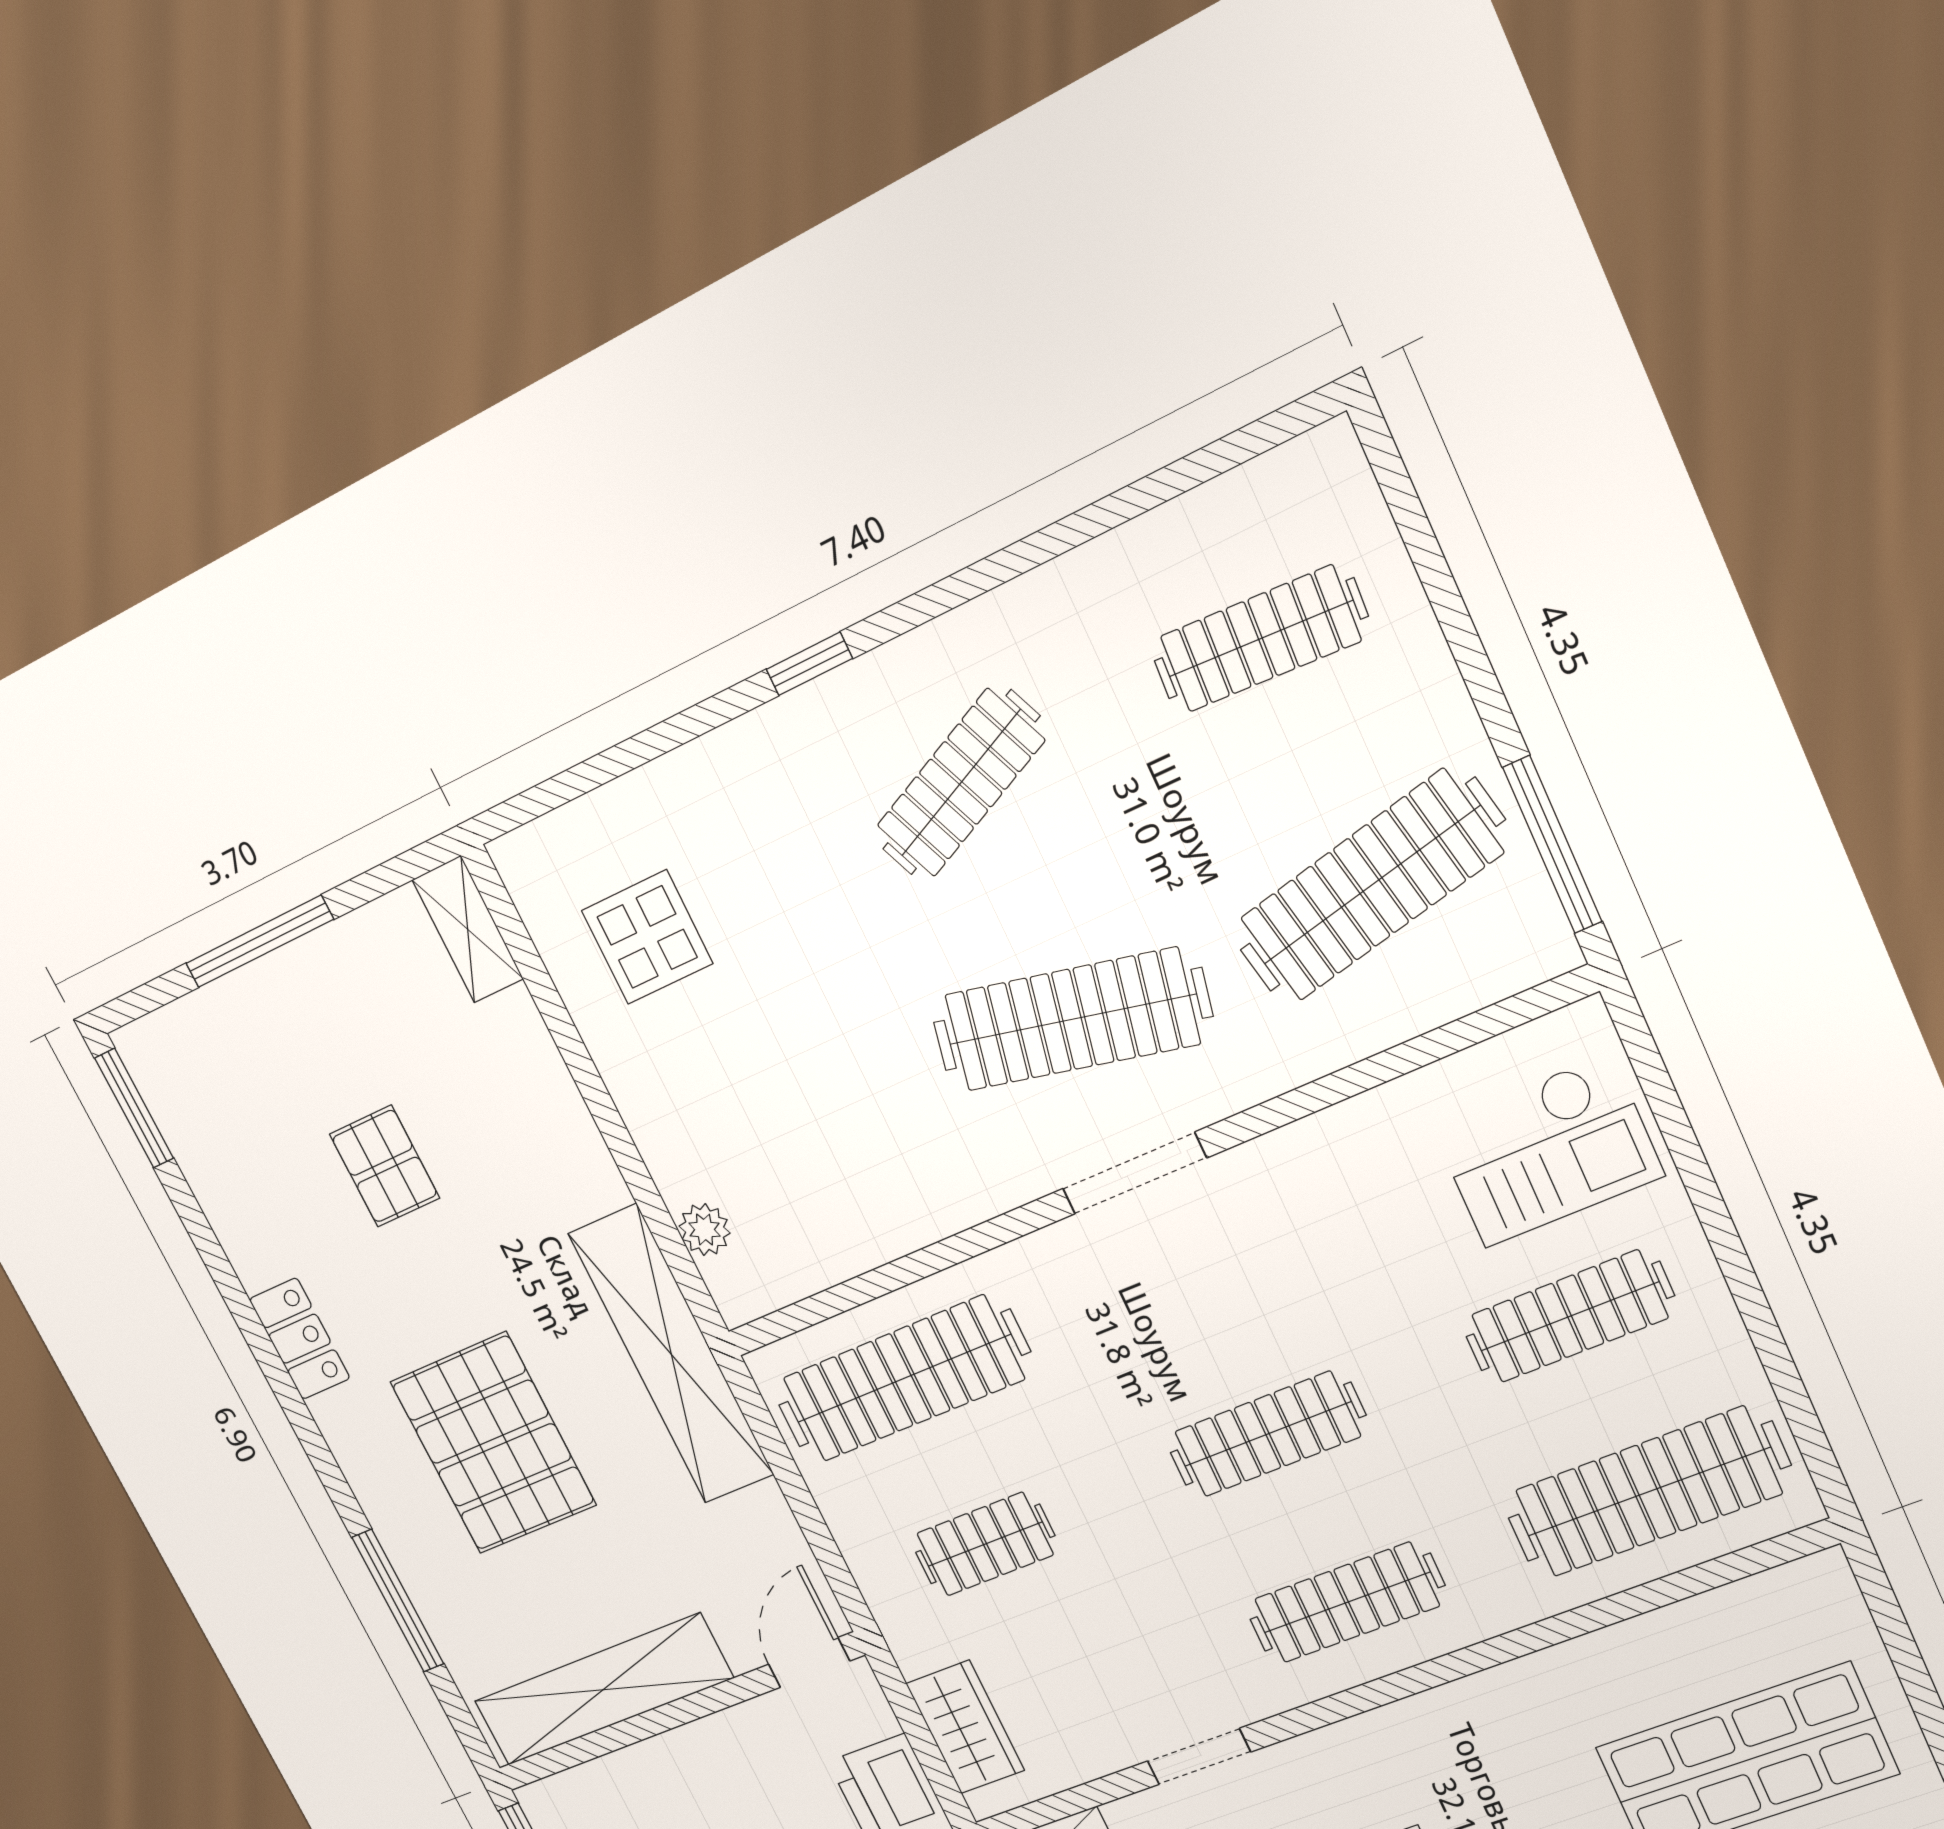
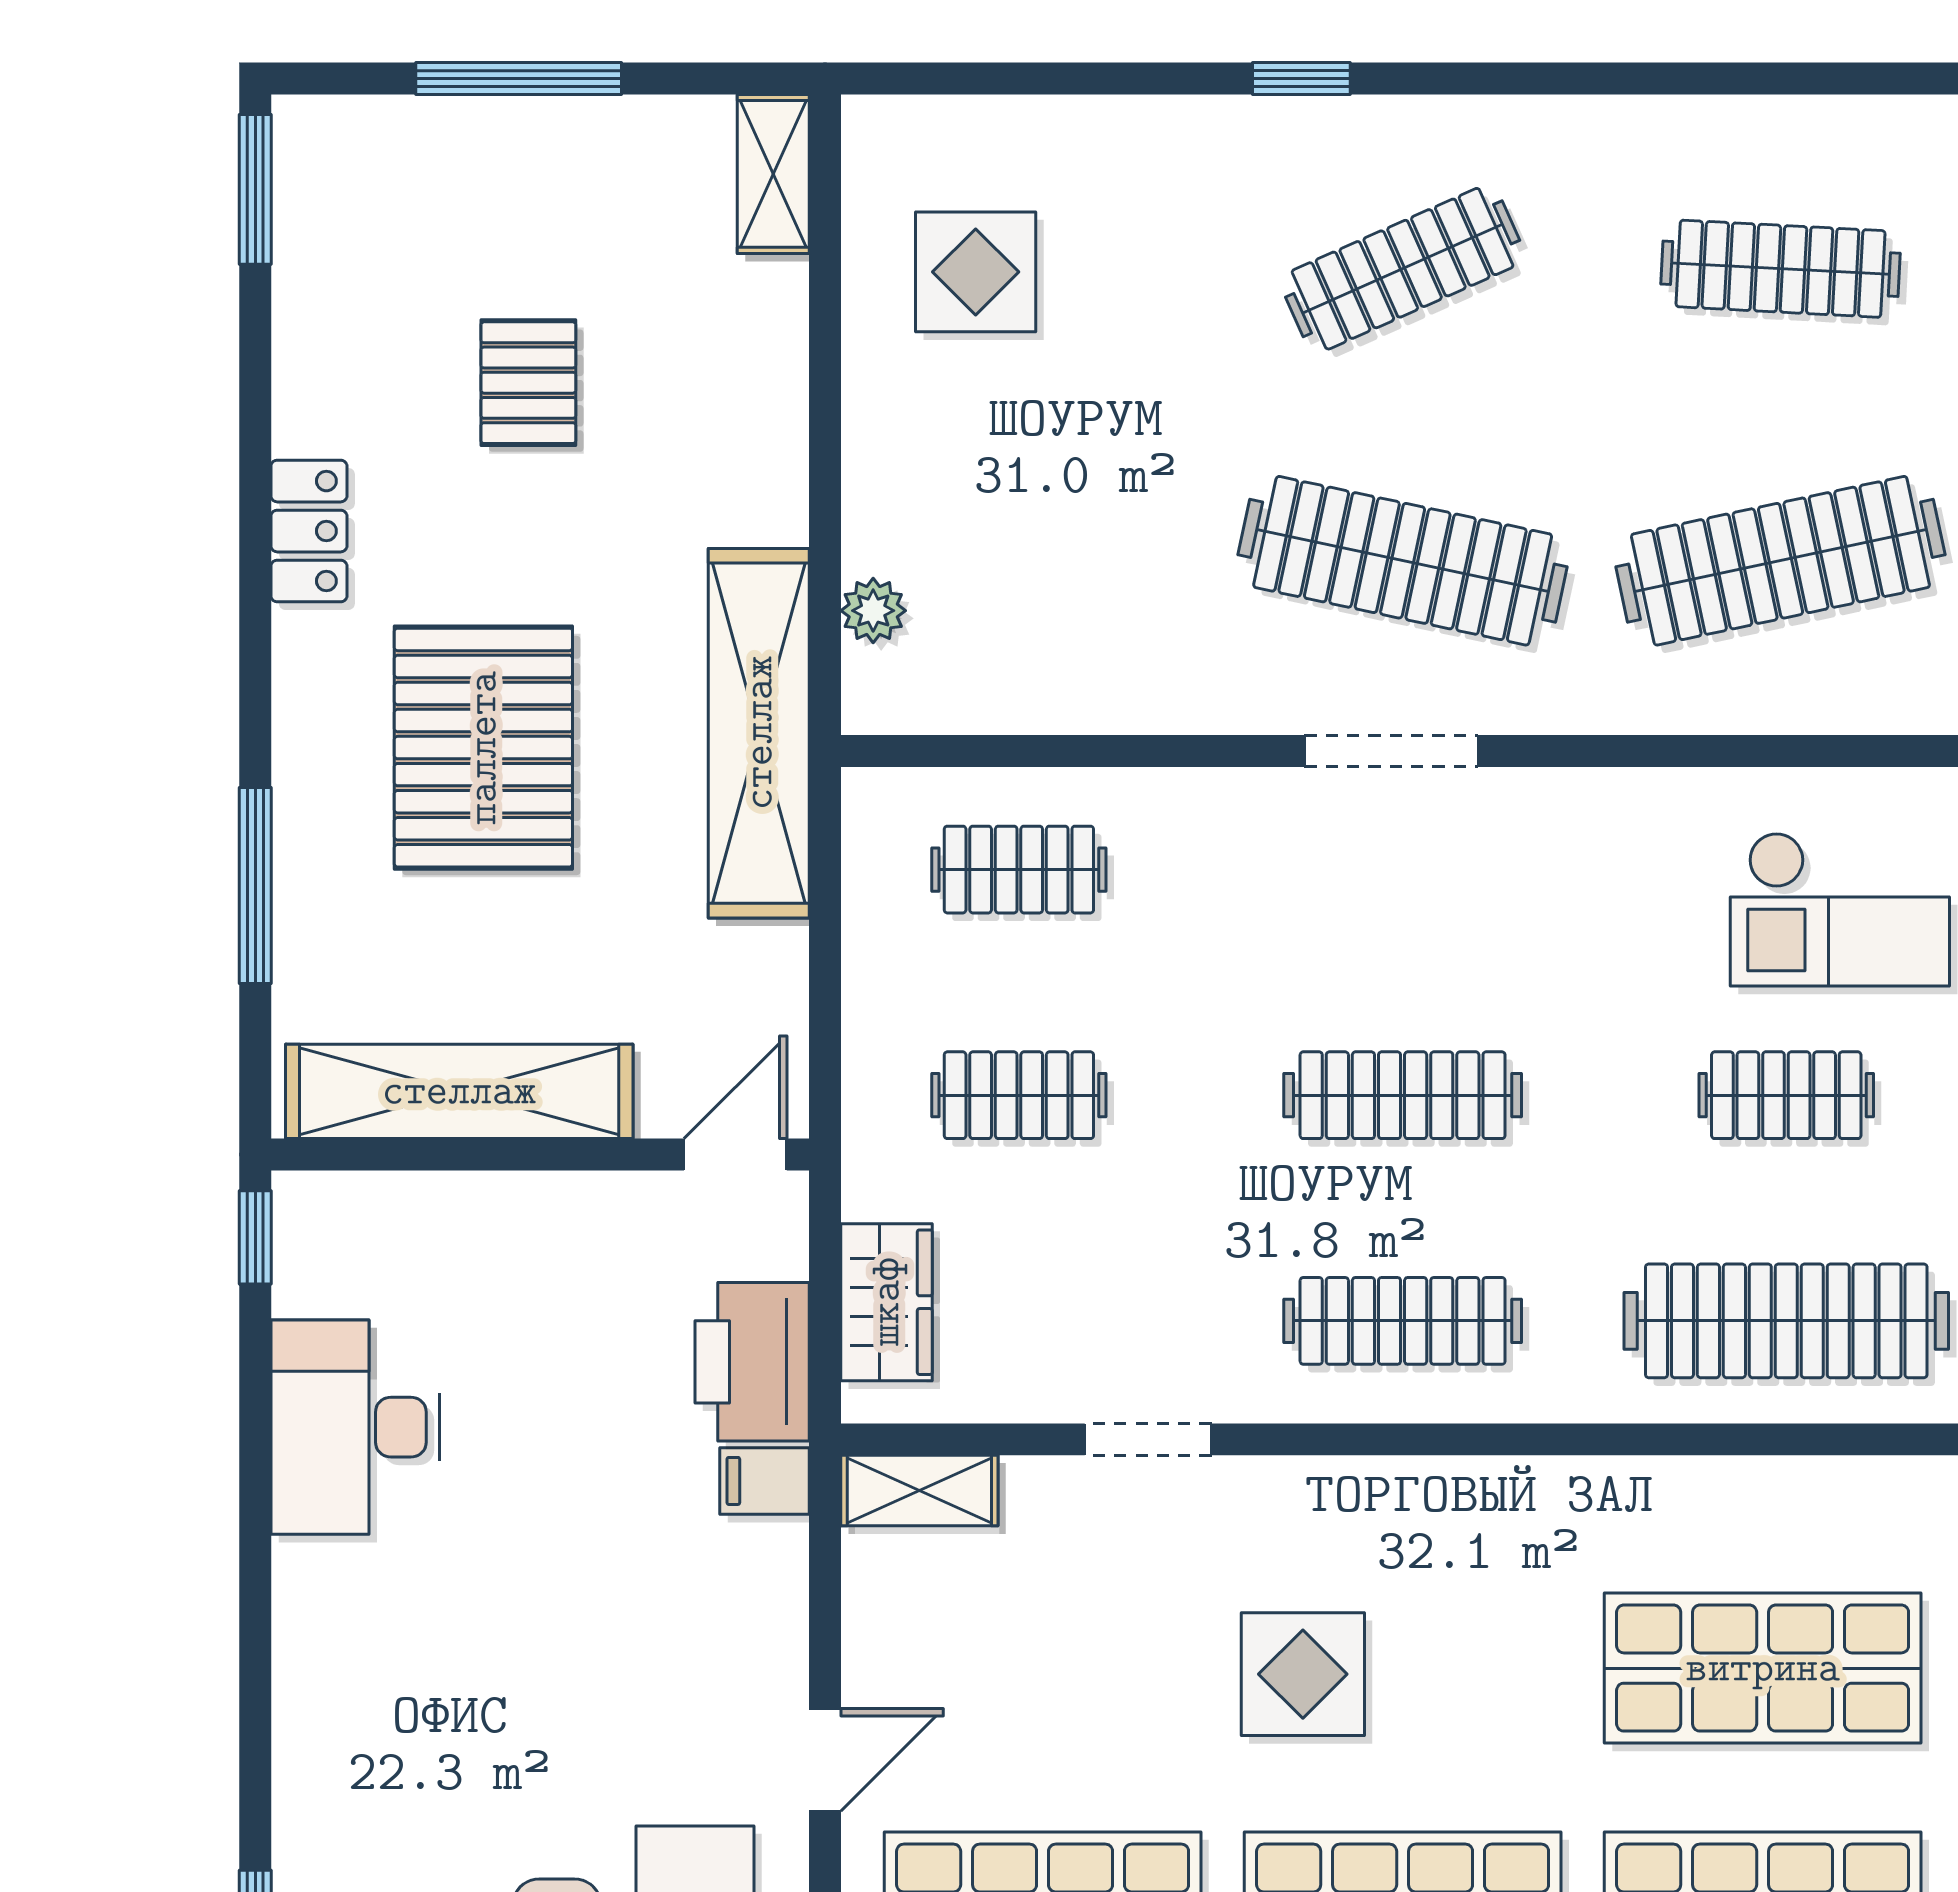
clothes rail: (1570, 1316) -> (1786, 1095), width x0.73
clothes rail: (903, 1379) -> (1019, 870), width x0.54, depth x0.76

